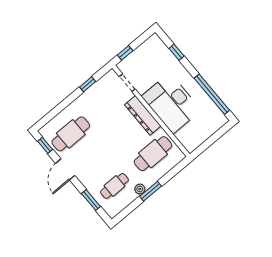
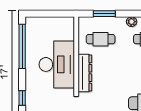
cafe table: (153, 154) -> (101, 39), width x0.73, depth x0.74
window: (151, 191) -> (104, 14), moved

